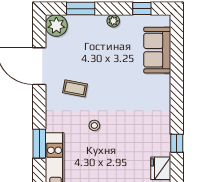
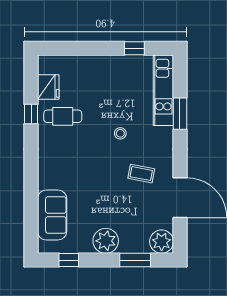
plant: (113, 21) -> (106, 241), width x1.88, depth x1.88
cafe table: (147, 141) -> (63, 116), added

